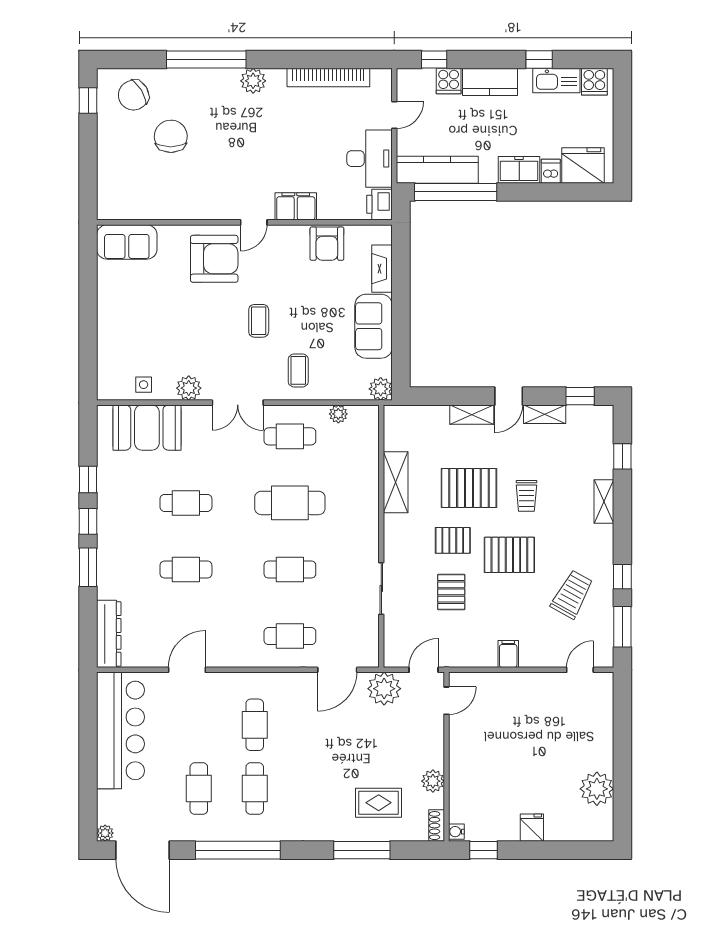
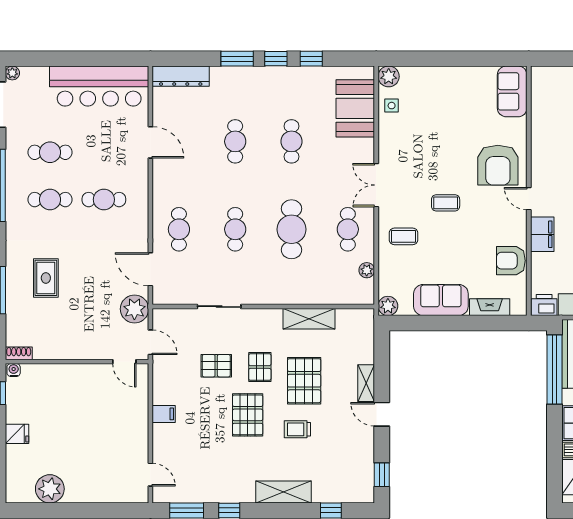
plant: (189, 388) -> (389, 76), moved
shelving: (545, 414) -> (367, 445), removed
shelving: (604, 502) -> (283, 492), width x1.50, depth x1.33
trolley: (572, 594) -> (214, 468), removed
plant: (433, 781) -> (56, 350), removed
rug: (379, 803) -> (46, 278), moved

